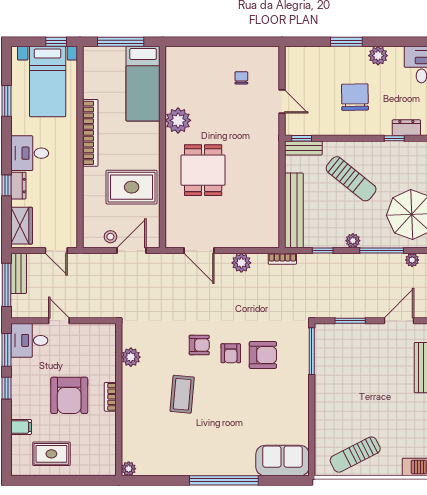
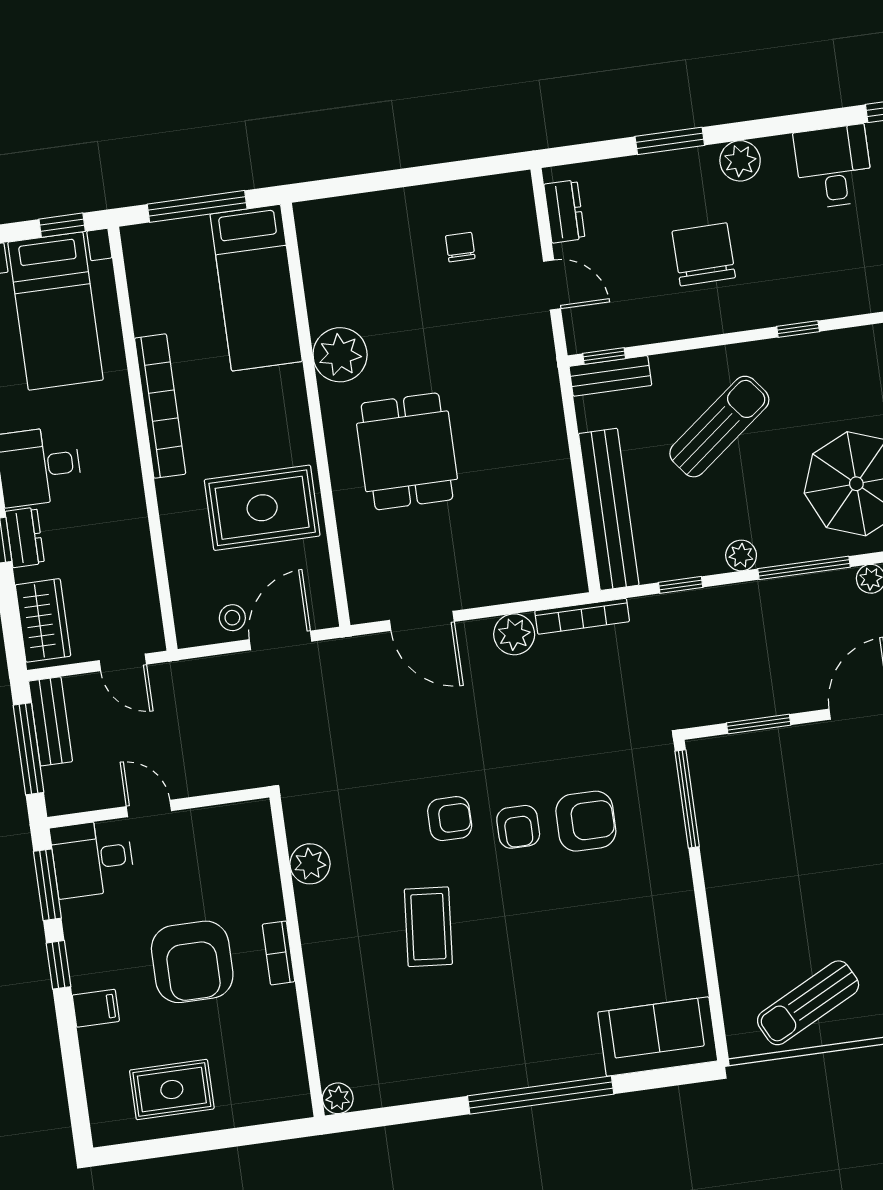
dresser: (406, 128) -> (564, 211), moved, turned 90
sun lounger: (351, 179) -> (719, 427), turned -77
bookcase: (282, 259) -> (582, 616), width x1.56
filing cabinet: (21, 427) -> (96, 1008), moved

